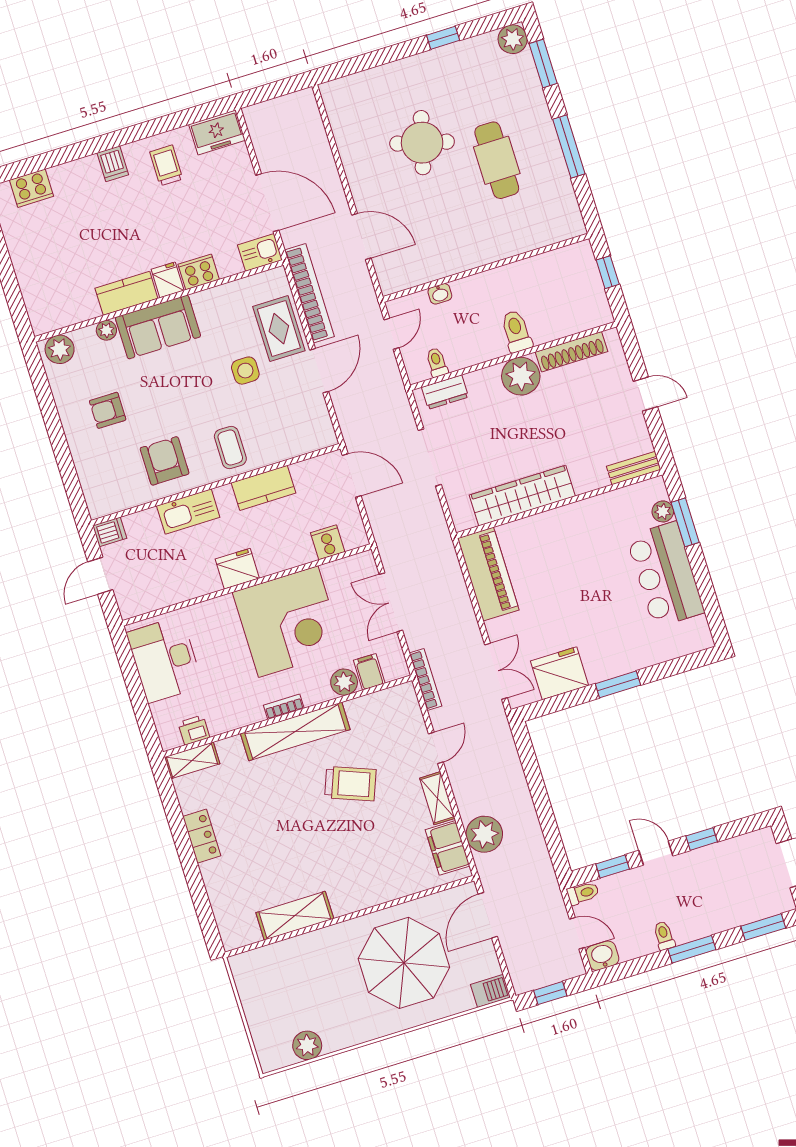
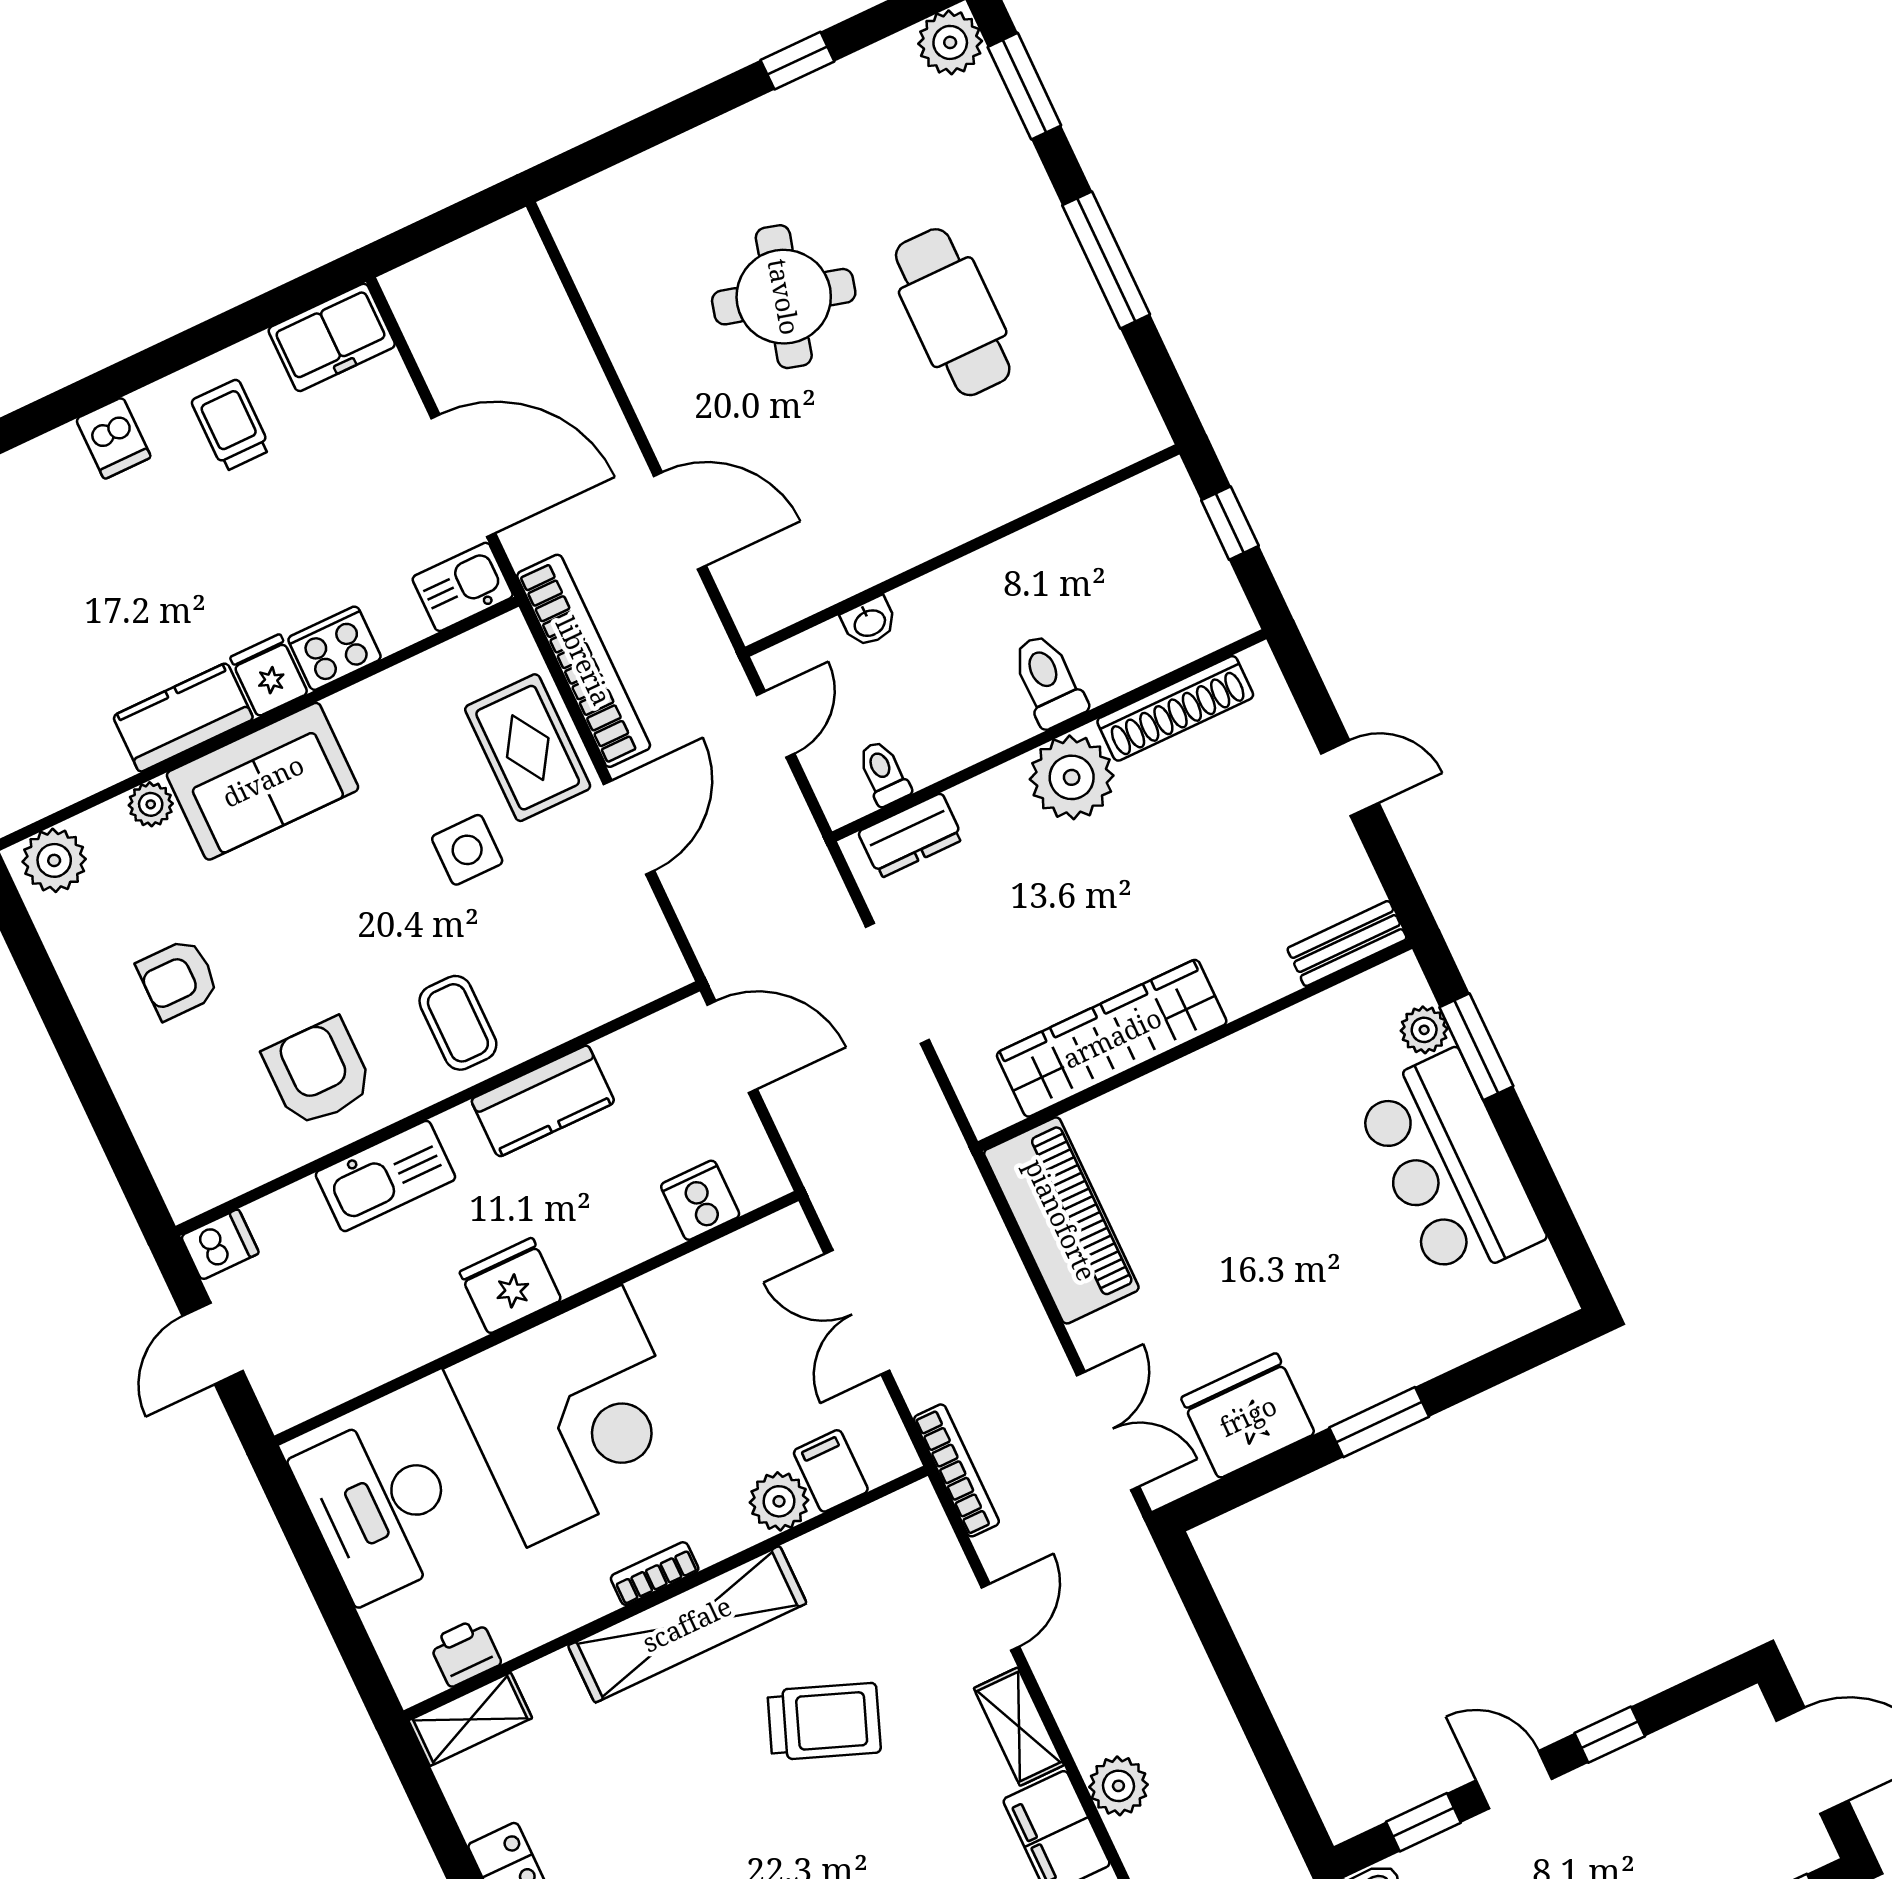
corner desk: (288, 622) -> (574, 1416), moved
plant: (484, 834) -> (1118, 1786), width x0.73, depth x0.73

